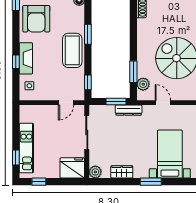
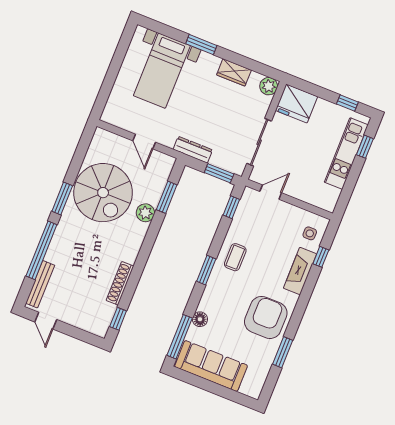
coffee table: (72, 50) -> (235, 257), width x0.54, depth x0.58
window: (16, 62) -> (321, 257), moved
plant: (143, 84) -> (145, 213), moved
window: (116, 101) -> (219, 173), moved

